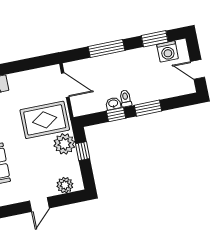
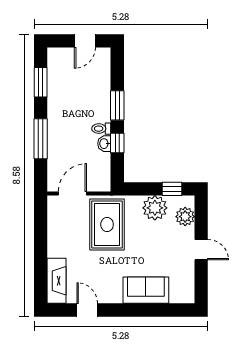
washing machine: (168, 51) -> (58, 71), removed
plant: (64, 144) -> (155, 208), moved
window: (83, 151) -> (172, 189), moved

